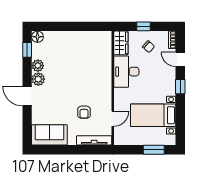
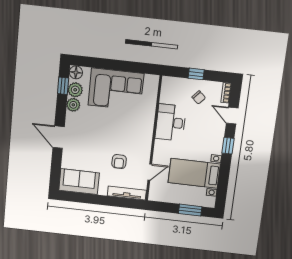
wardrobe: (121, 43) -> (168, 90), removed
corner sofa: (74, 48) -> (116, 89), added
plant: (38, 79) -> (75, 90), moved

